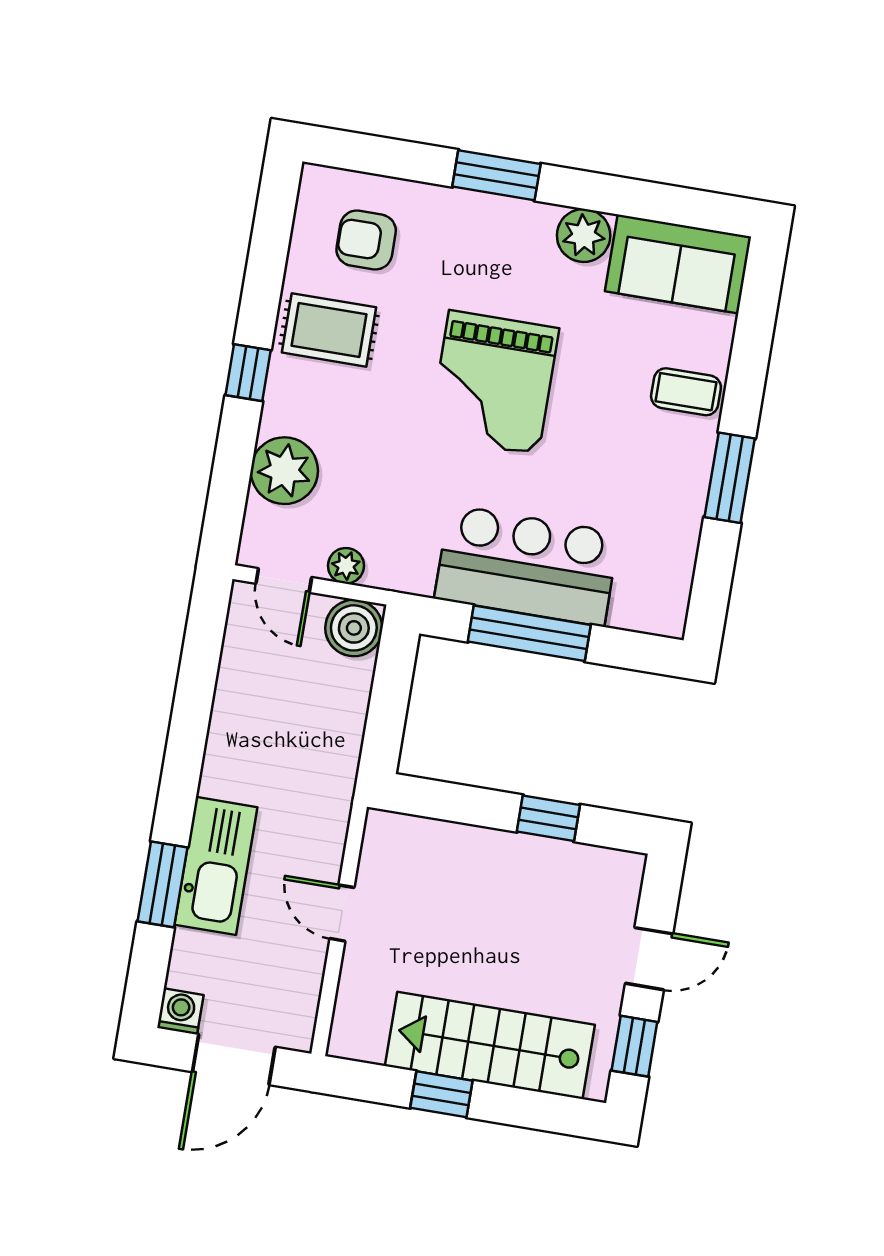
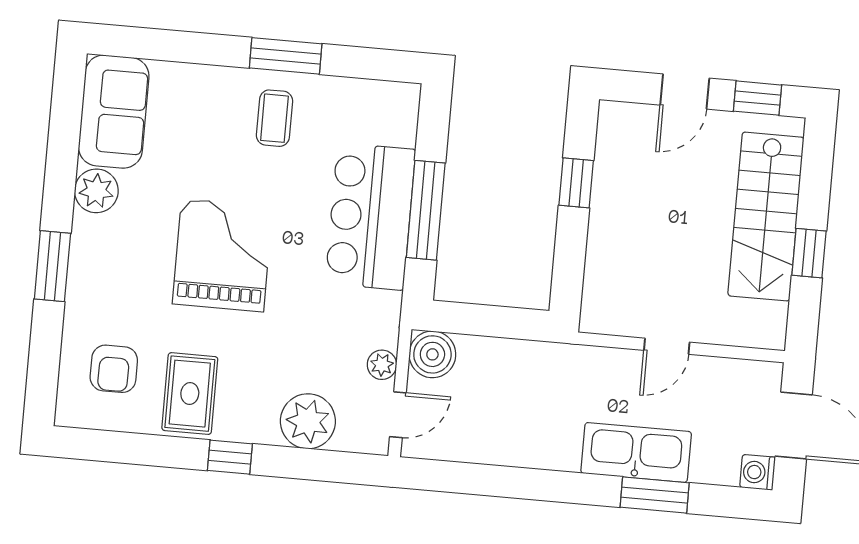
grand piano: (494, 383) -> (222, 255), turned -90
coffee table: (686, 392) -> (274, 118), moved
door: (649, 959) -> (685, 92), swing flipped

